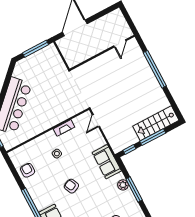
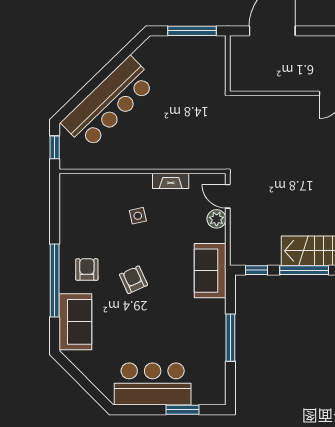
door: (96, 121) -> (228, 196), hinge flipped
armchair: (28, 170) -> (87, 269), moved
plant: (123, 185) -> (217, 219), moved

